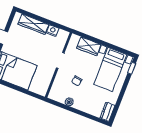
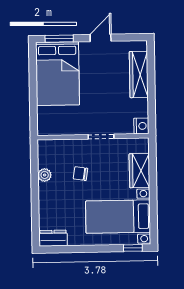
nightstand: (53, 31) -> (141, 126), moved

